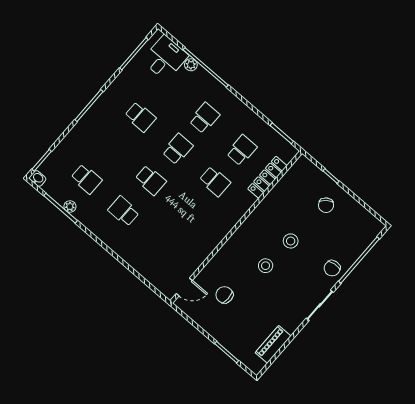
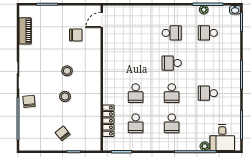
school desk: (215, 181) -> (136, 93), turned -90

